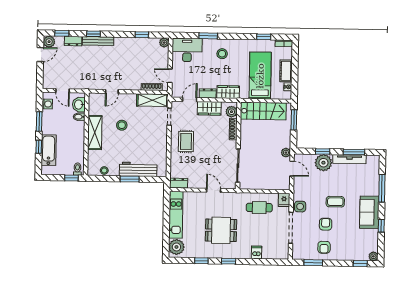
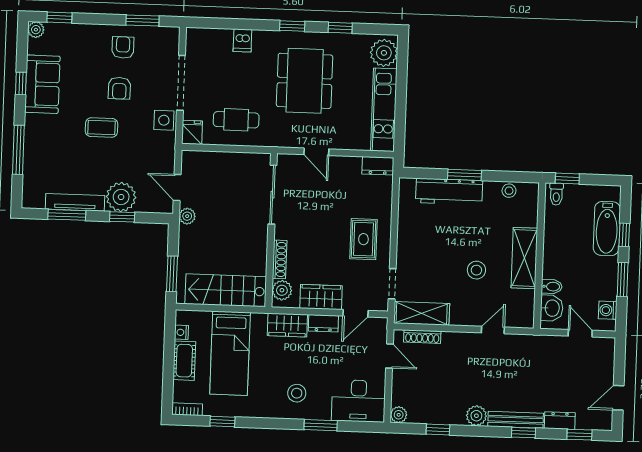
plant: (49, 42) -> (476, 416), moved
sofa: (369, 212) -> (42, 84), moved
dining table: (221, 230) -> (305, 81), width x1.37

